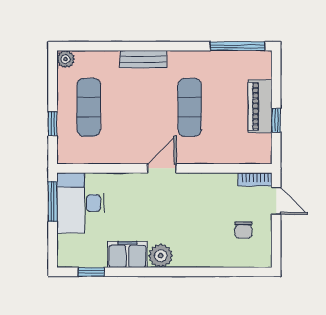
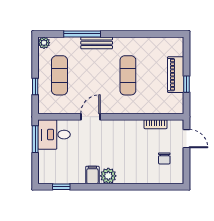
window: (237, 46) -> (82, 34), moved
door: (162, 168) -> (90, 117), moved
bookcase: (255, 179) -> (156, 124), moved
desk: (81, 203) -> (54, 135), width x0.73
filing cabinet: (127, 254) -> (92, 175), width x0.50

